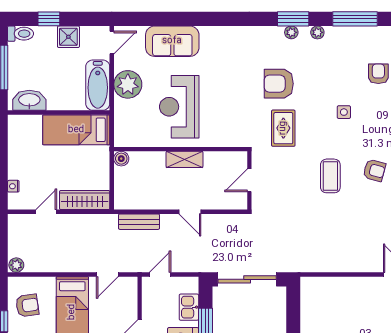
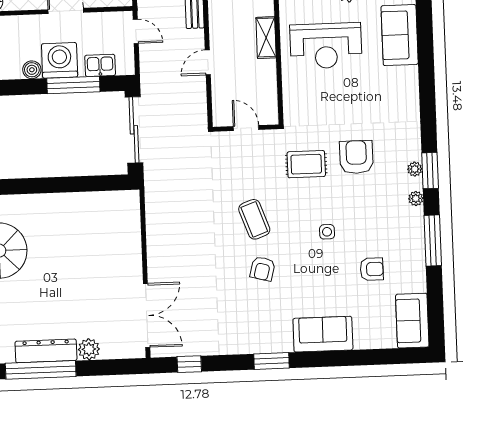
reception desk: (179, 107) -> (326, 46), turned 180
shelving: (184, 159) -> (266, 38), moved
coffee table: (330, 176) -> (254, 219), turned 70

